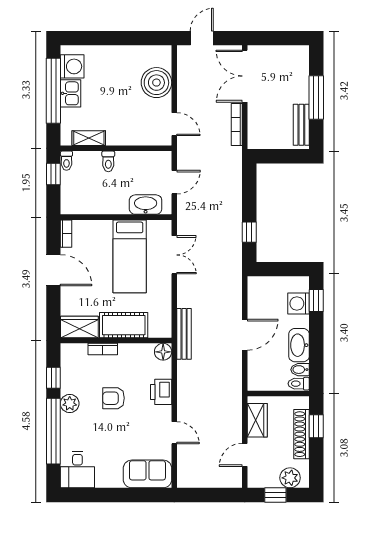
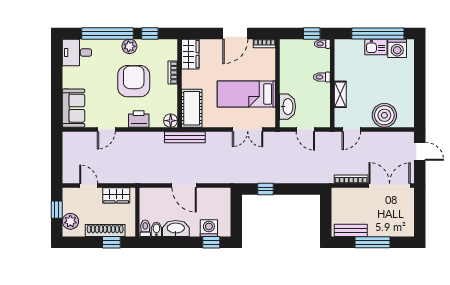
shelving: (89, 138) -> (340, 94), moved
cot: (124, 325) -> (192, 108), moved
armchair: (114, 398) -> (134, 81), width x1.88, depth x1.88

